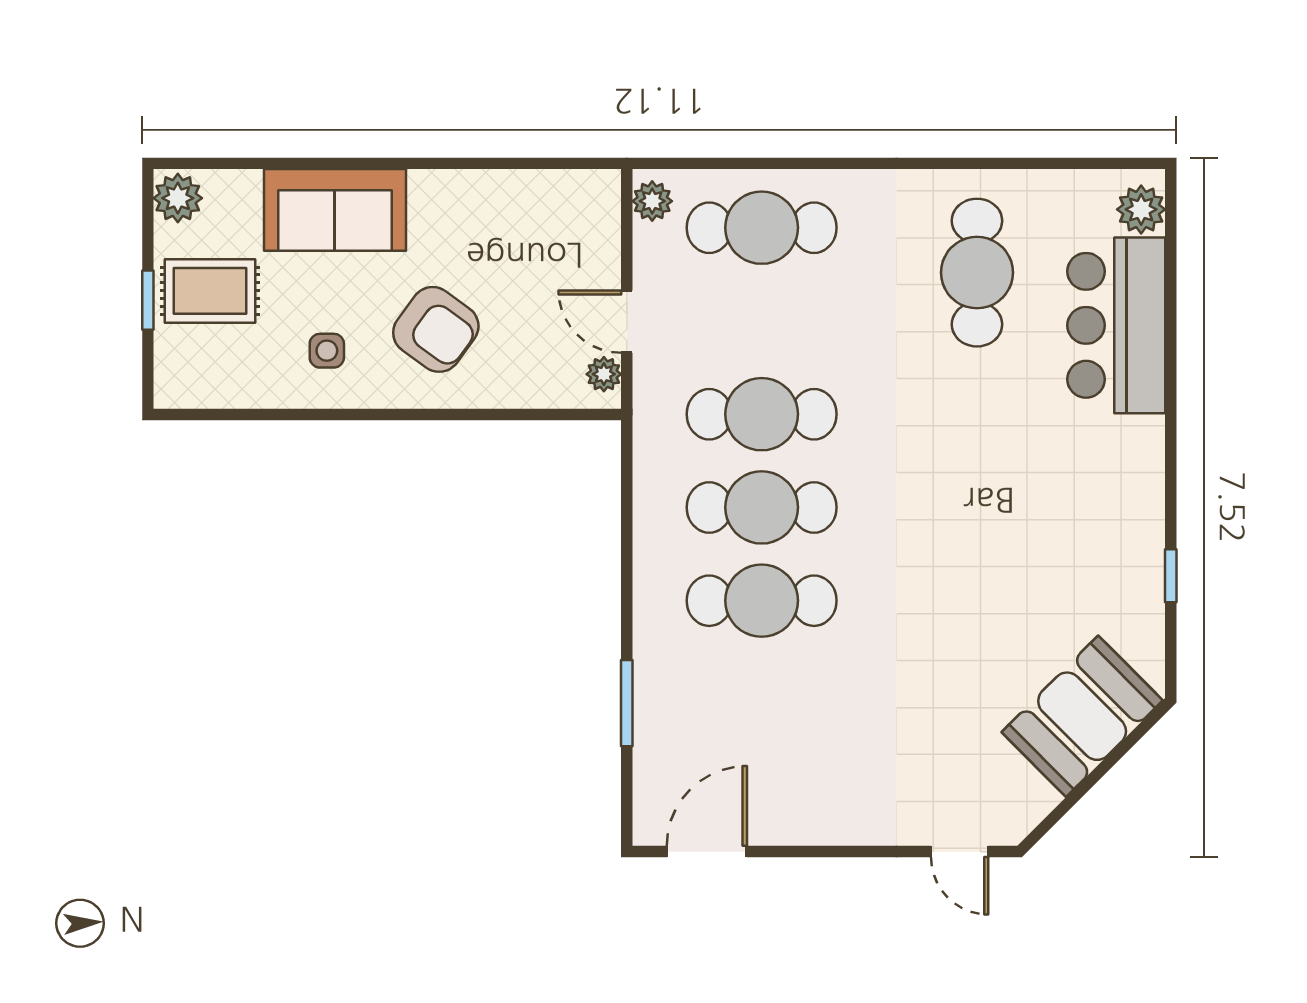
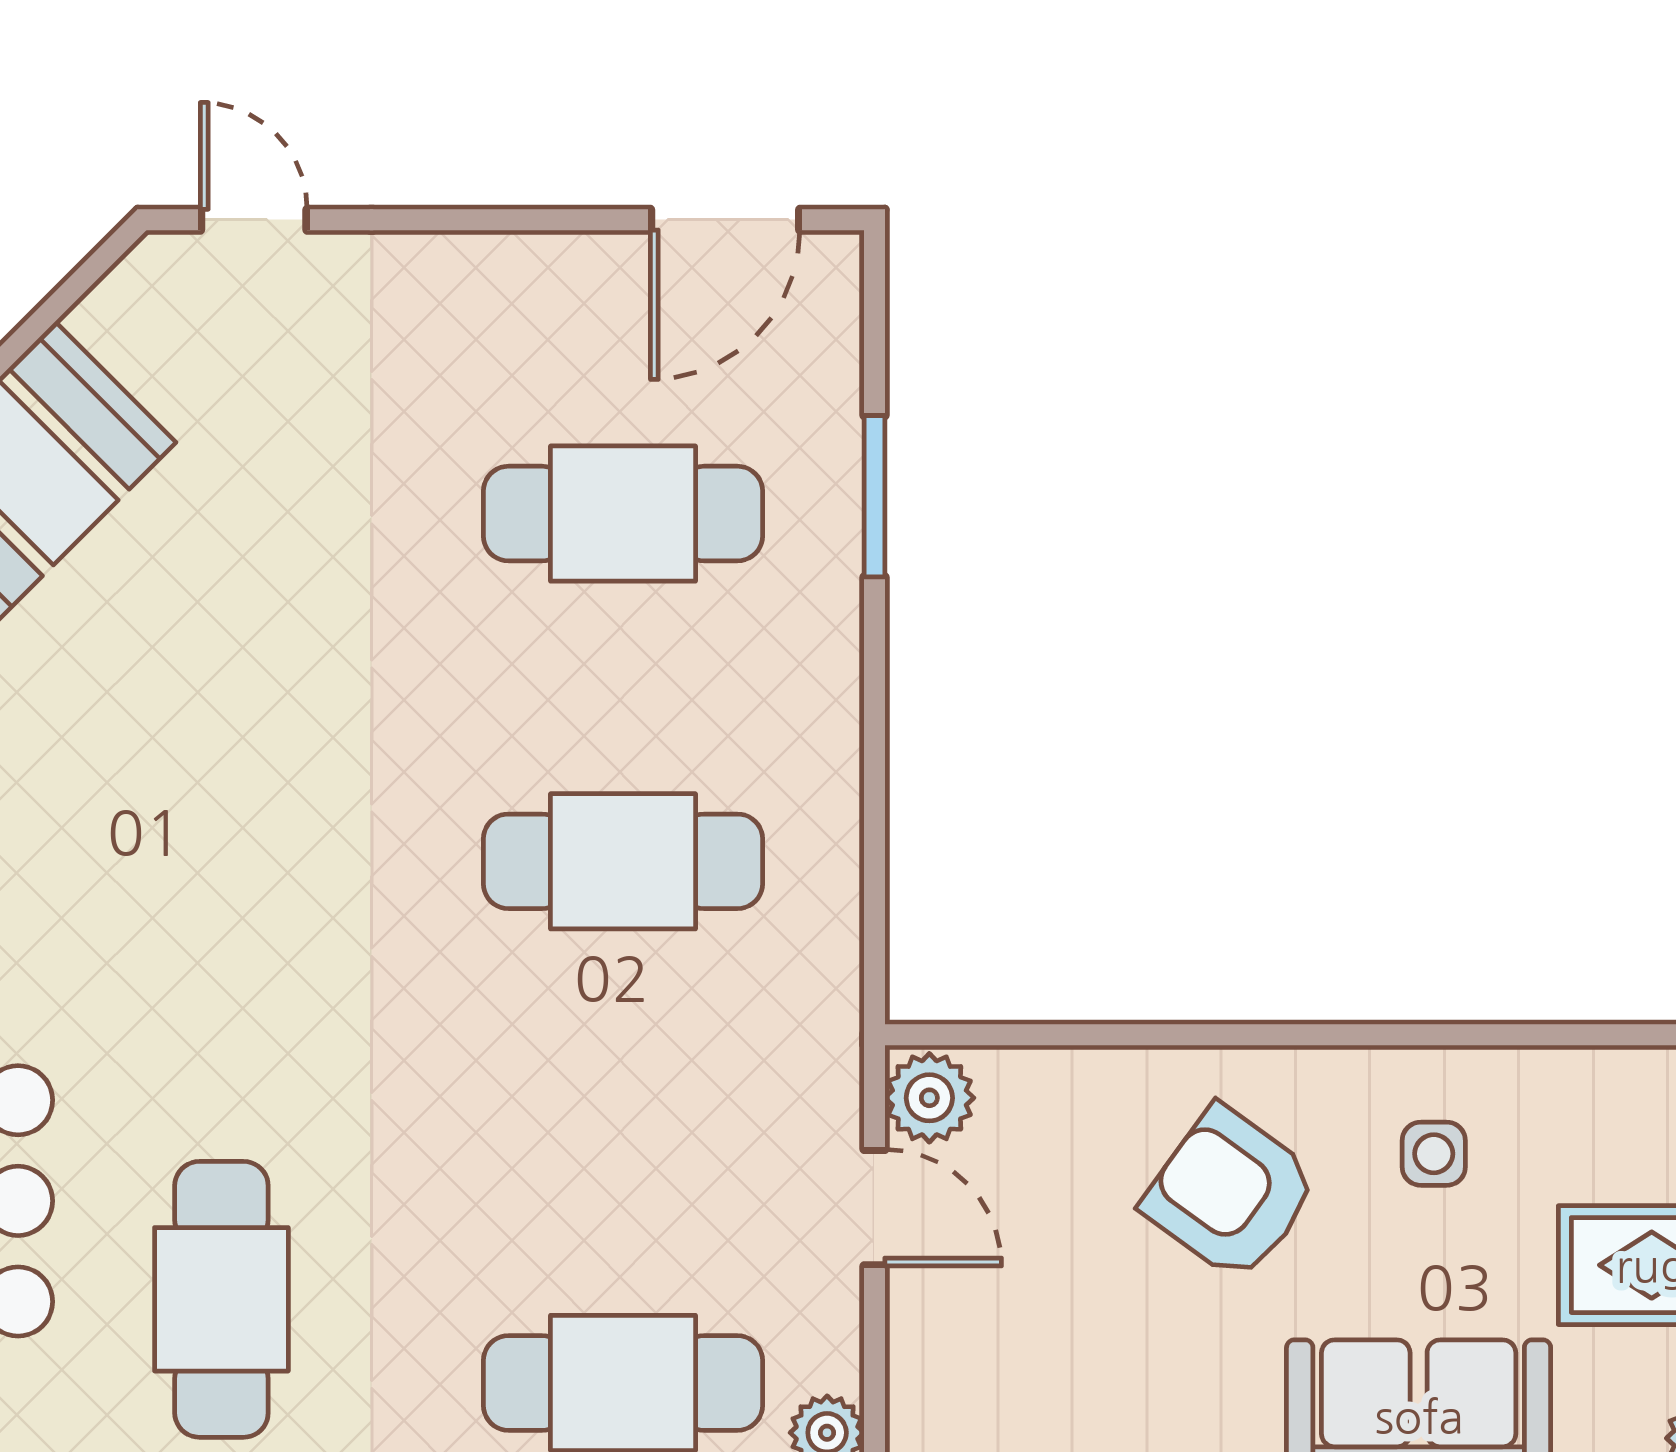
plant: (604, 374) -> (929, 1098), width x1.38, depth x1.38
cafe table: (762, 414) -> (623, 1035), removed
cafe table: (762, 601) -> (623, 514), moved

